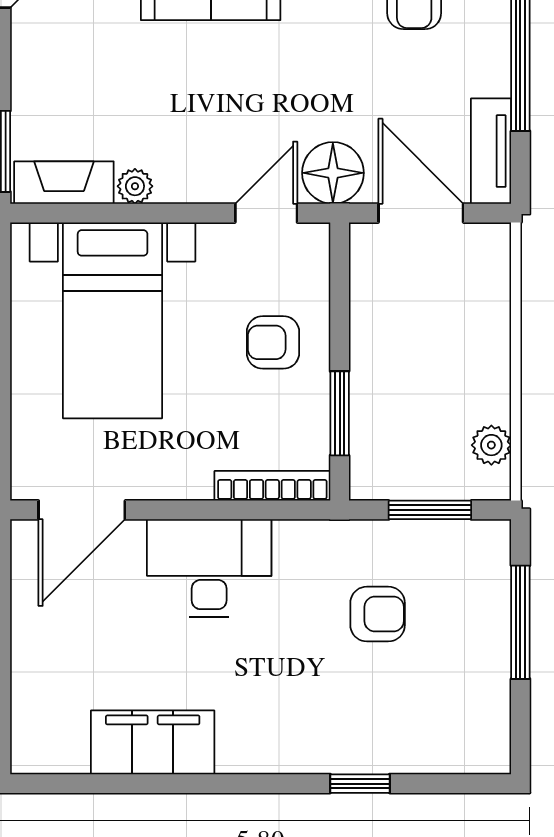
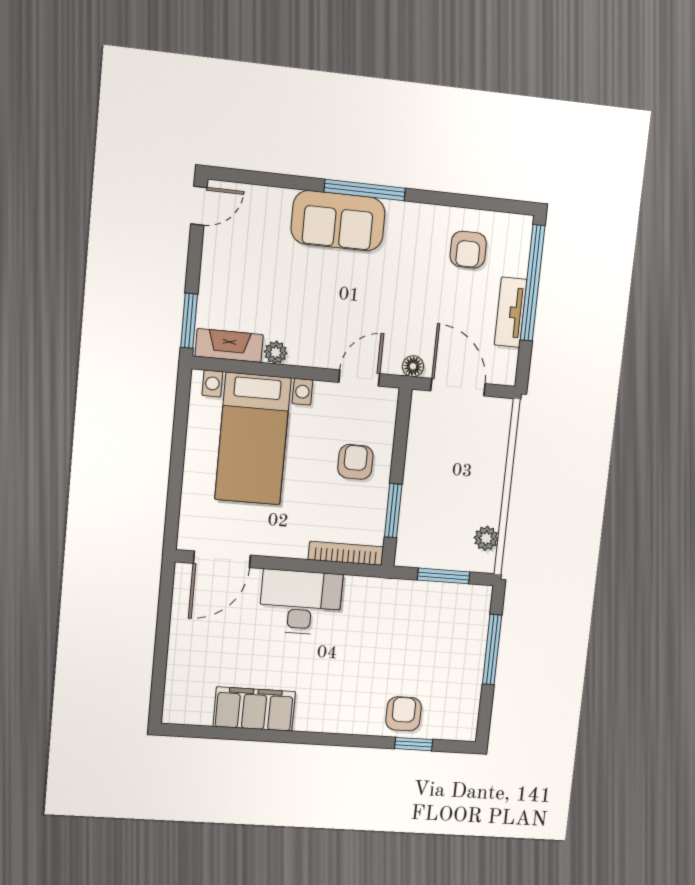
tv unit: (491, 151) -> (511, 312), moved
floor lamp: (333, 173) -> (413, 366), width x0.53, depth x0.53
armchair: (273, 342) -> (355, 462), turned 90
armchair: (378, 614) -> (404, 714), moved, turned -90
window: (360, 784) -> (414, 744), moved

